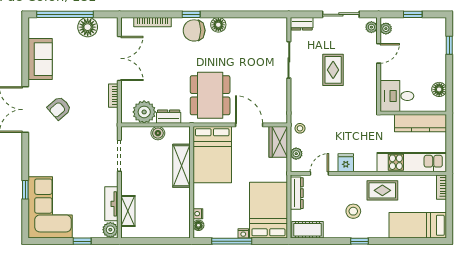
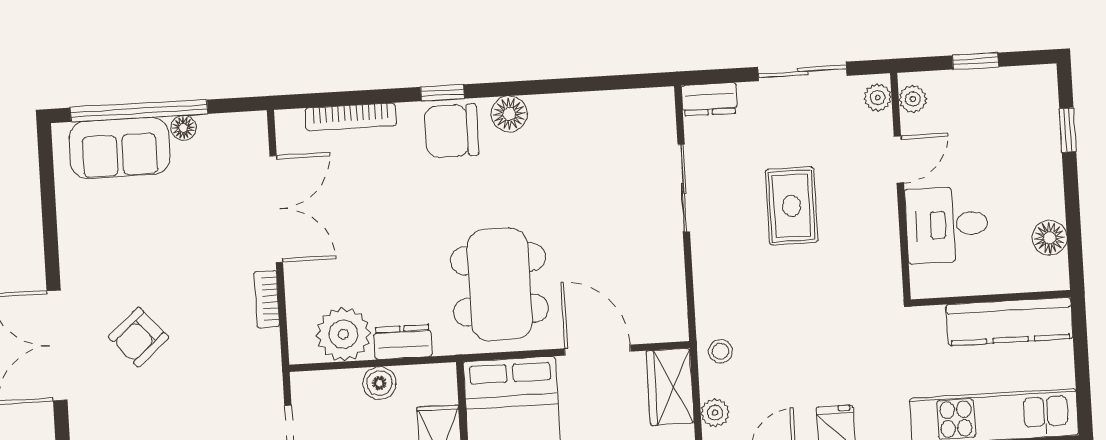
floor lamp: (88, 27) -> (183, 128), width x0.53, depth x0.53
sofa: (40, 59) -> (119, 148), moved, turned 90
desk: (397, 96) -> (947, 225), moved

